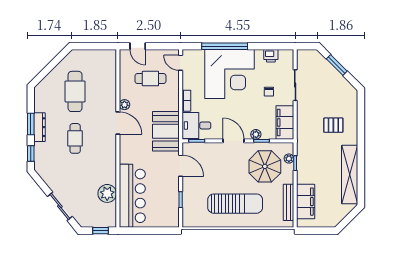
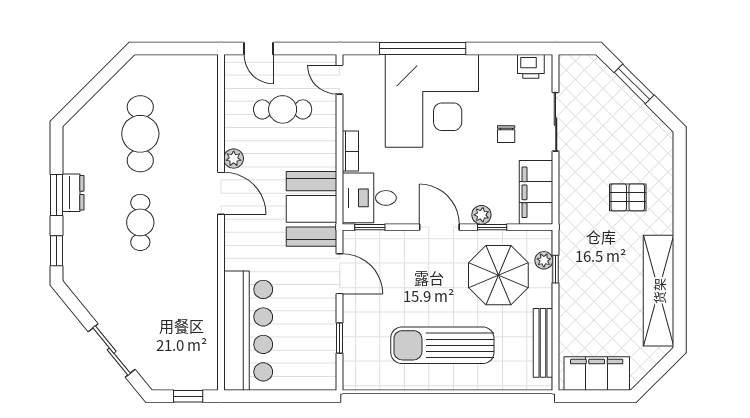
printer: (271, 56) -> (531, 66), moved
dresser: (39, 127) -> (73, 193), width x0.70
plant: (107, 193) -> (201, 326), removed
filing cabinet: (306, 202) -> (597, 373), moved, turned -90
sun lounger: (235, 204) -> (442, 345), turned 180

